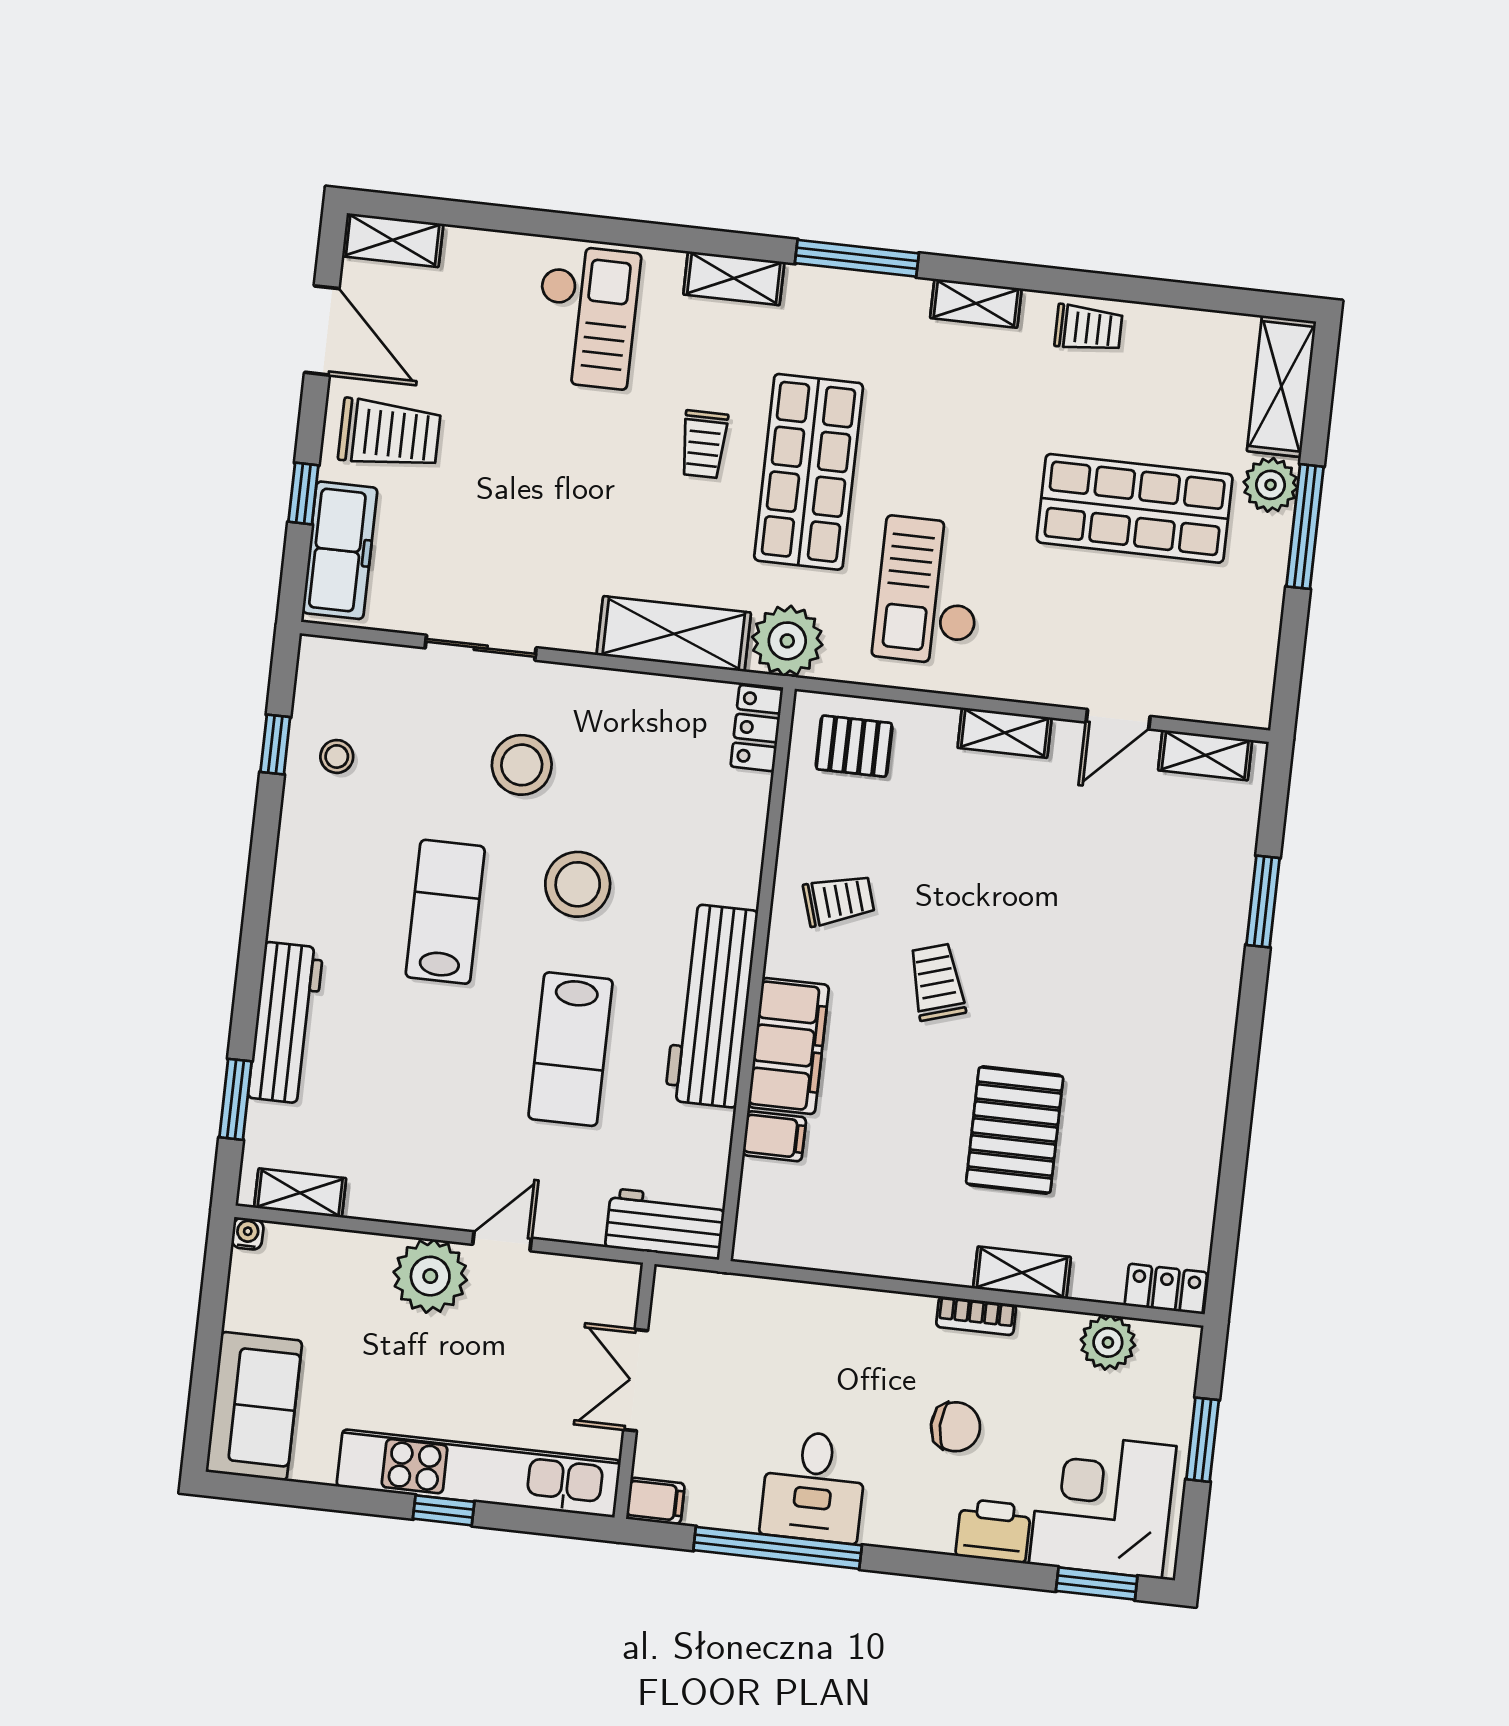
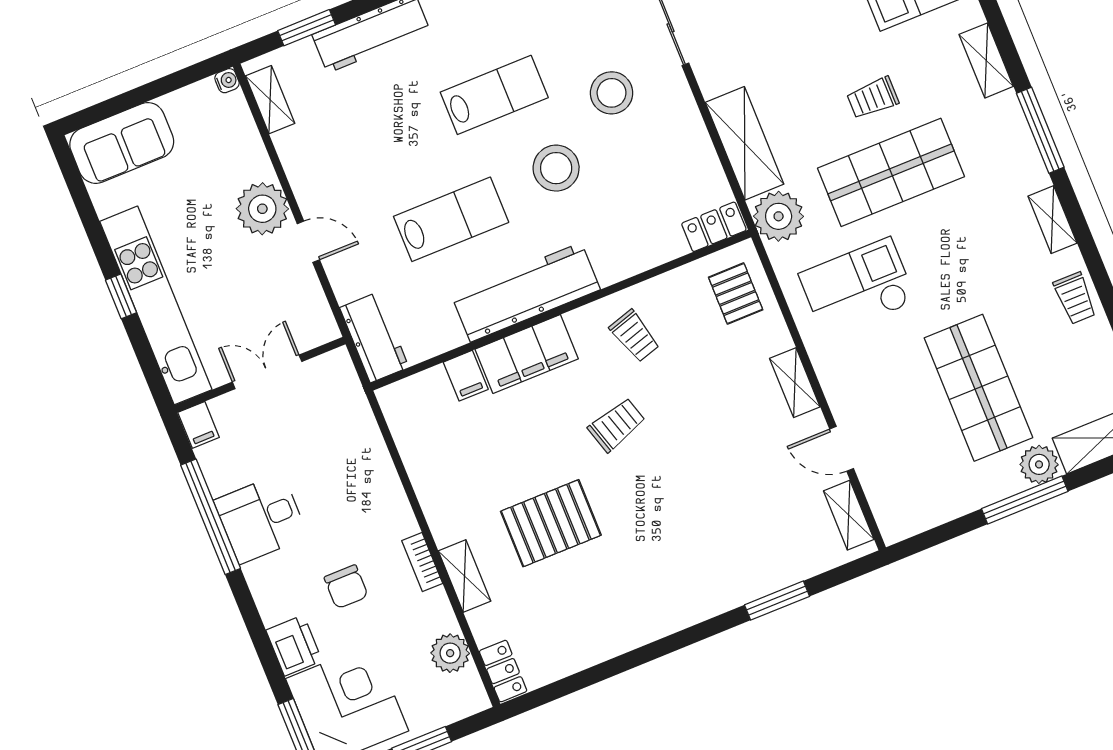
lab bench: (571, 1049) -> (451, 219), turned 180

